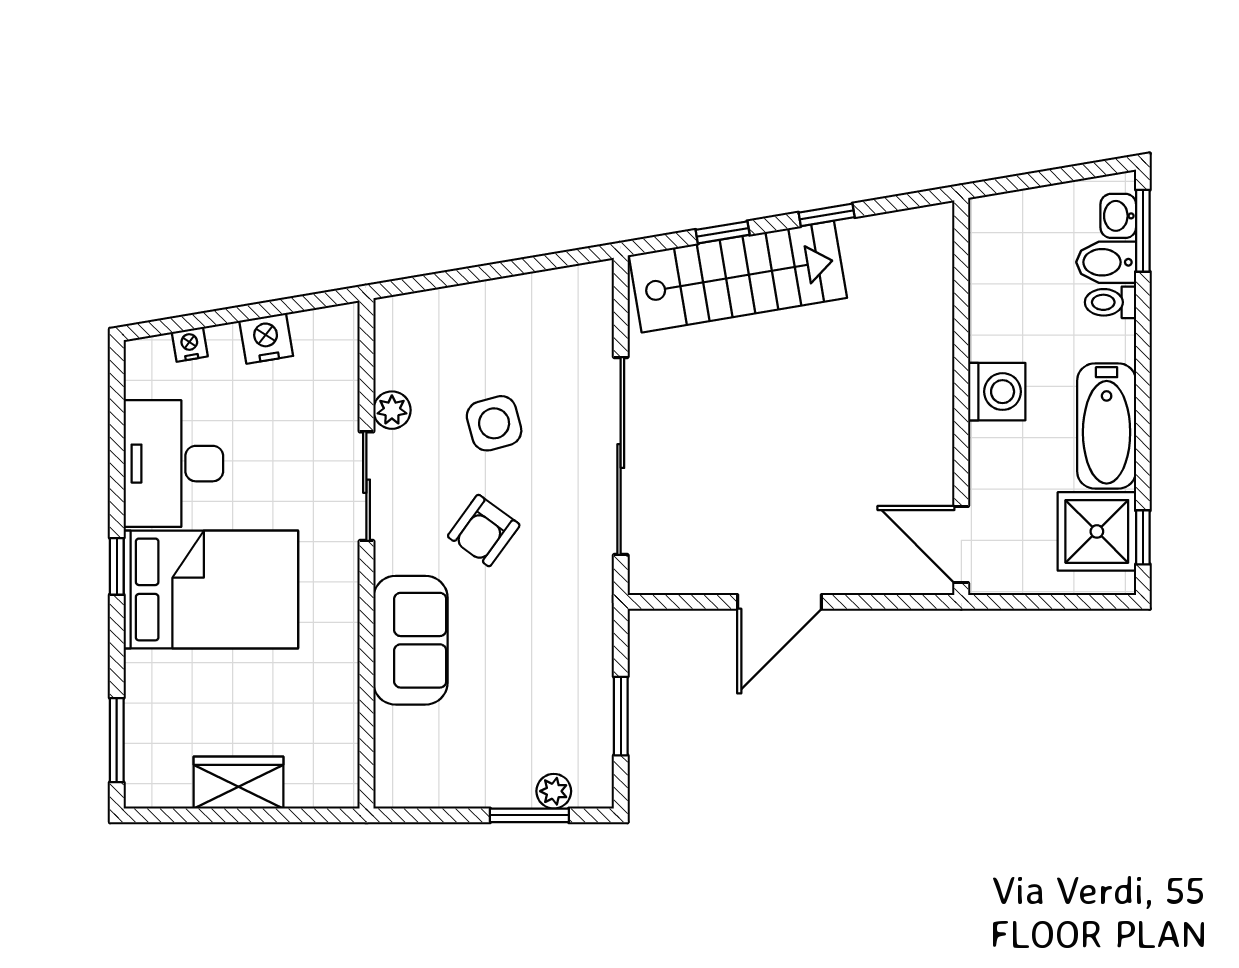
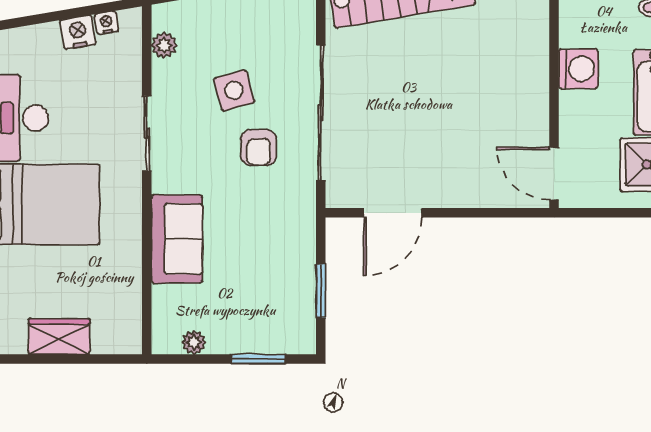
nightstand: (190, 344) -> (106, 23), moved
plant: (392, 410) -> (164, 45), moved
armchair: (484, 531) -> (259, 148), moved, turned -36
door: (779, 602) -> (393, 213), moved
plant: (554, 791) -> (194, 342), moved

